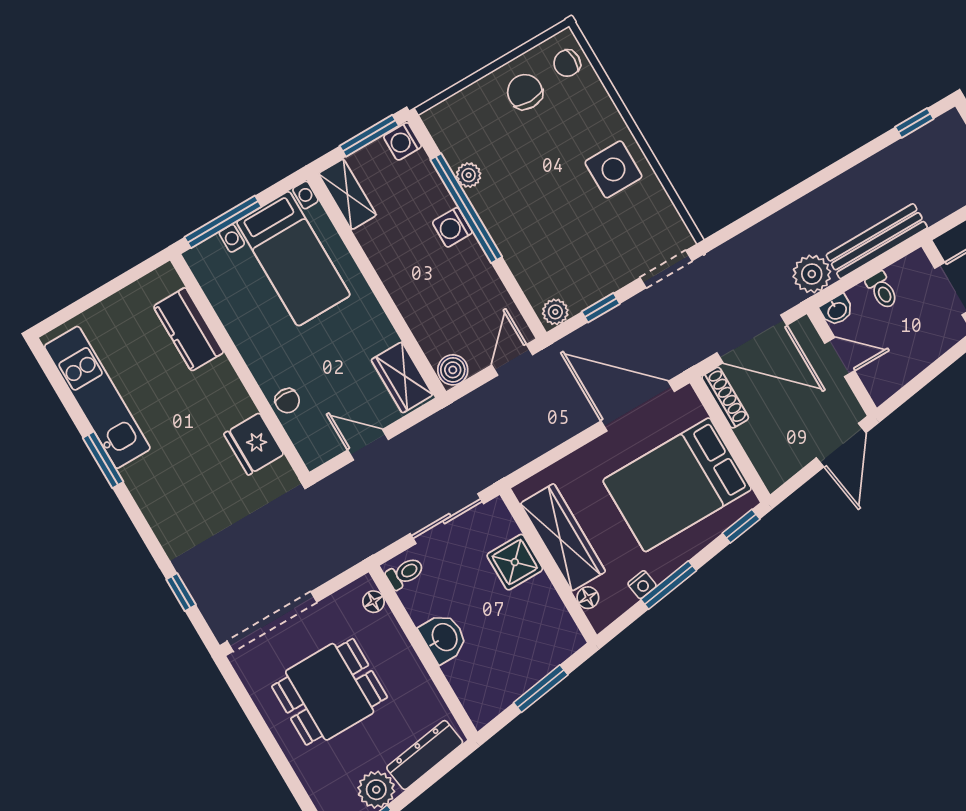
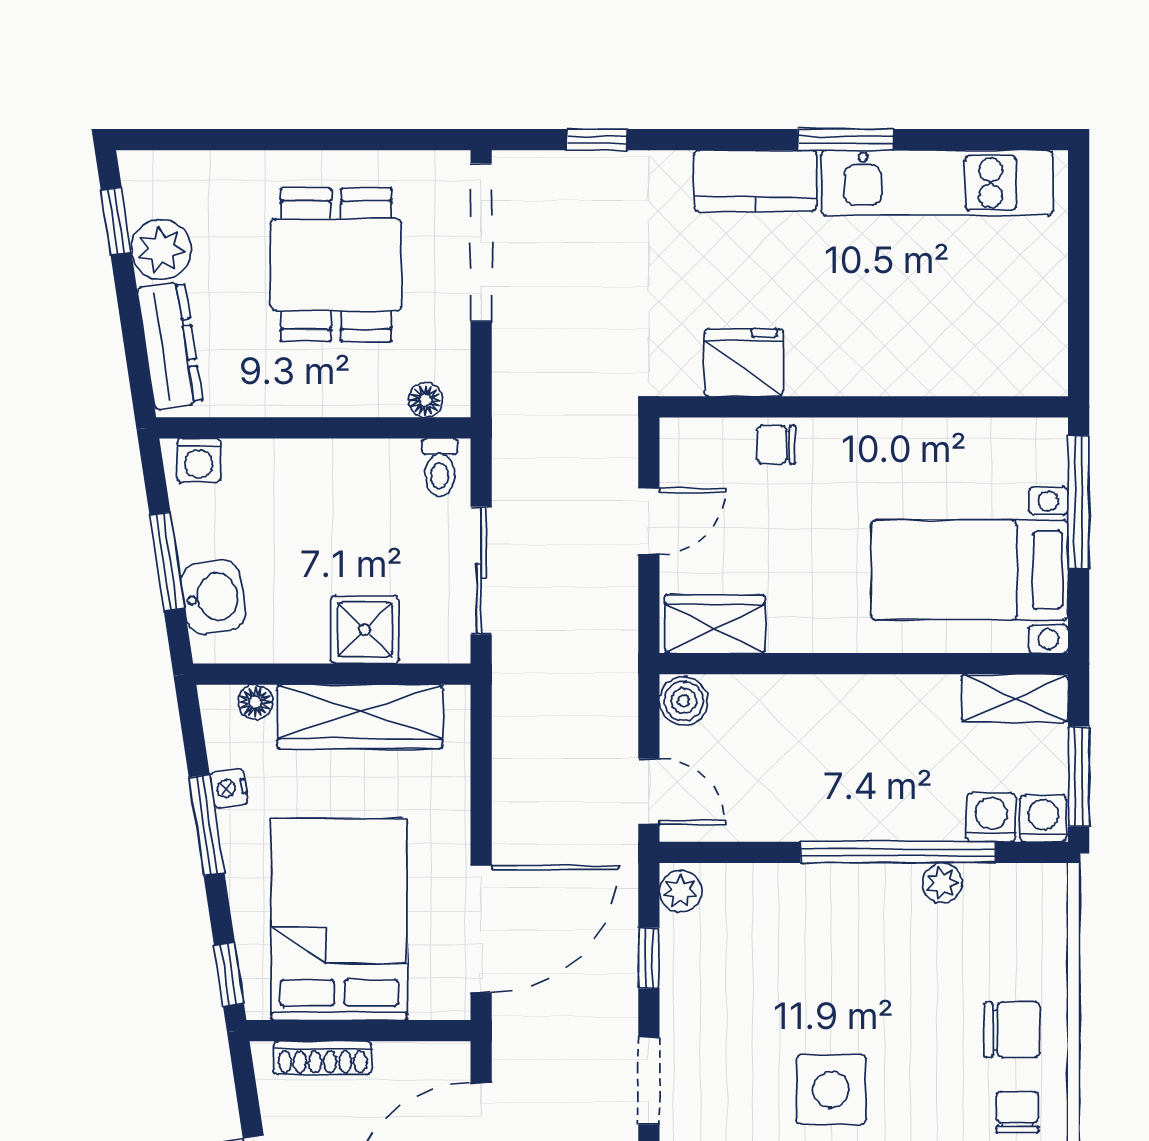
washing machine: (452, 227) -> (991, 817), moved
kitchen counter: (188, 329) -> (756, 181), moved, turned 180
shoe rack: (725, 398) -> (323, 1058), moved
washbasin: (444, 638) -> (213, 597), moved, turned -99
washing machine: (477, 704) -> (199, 460), added

